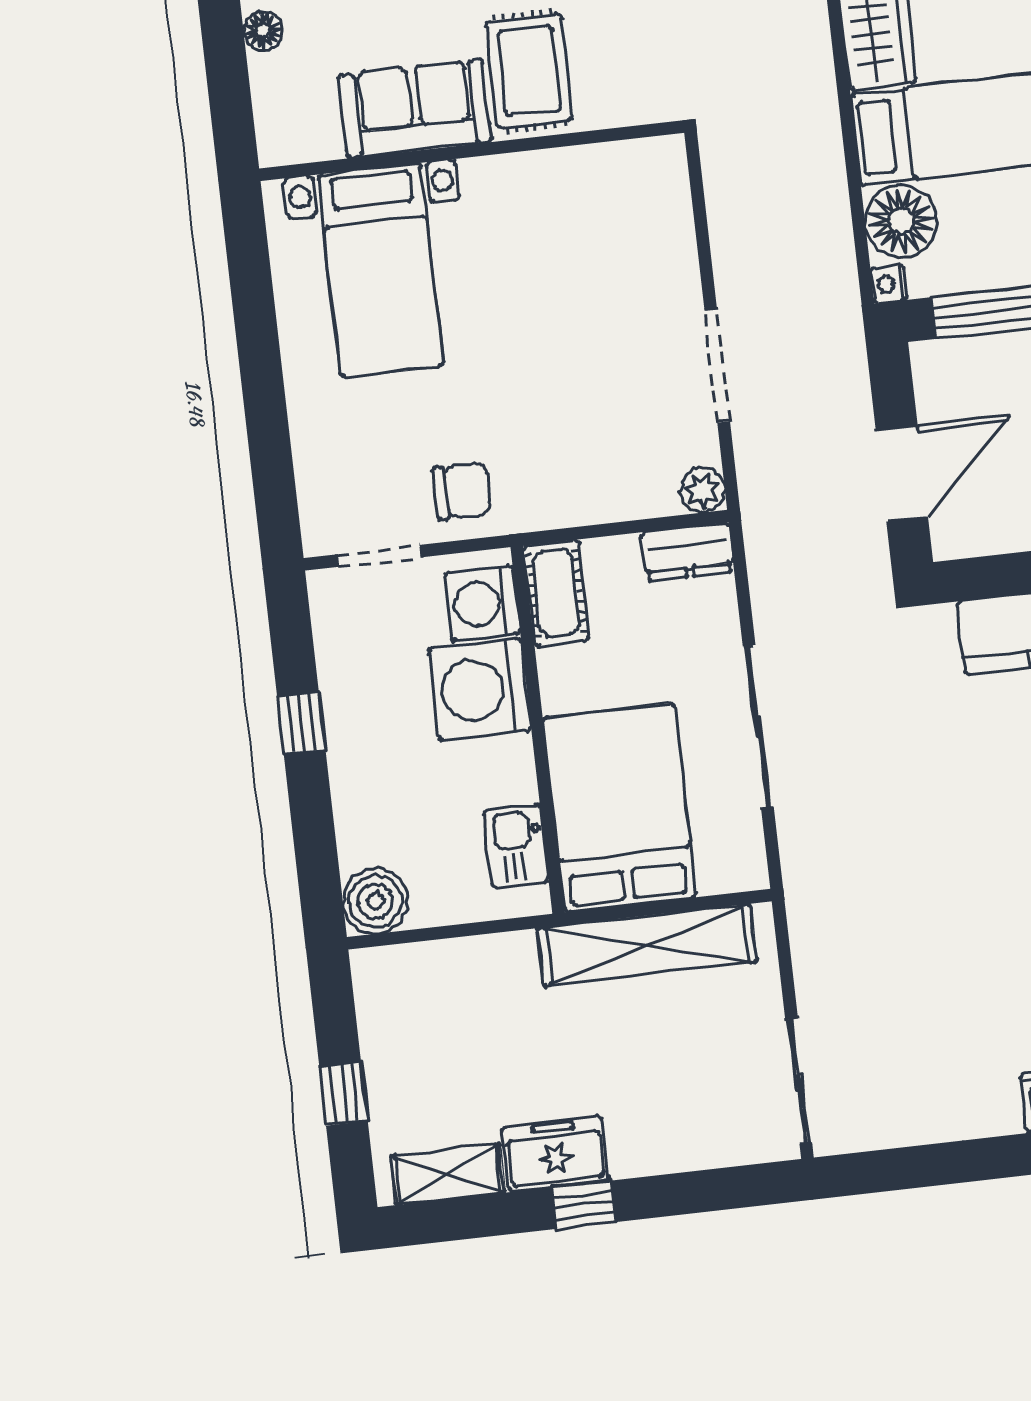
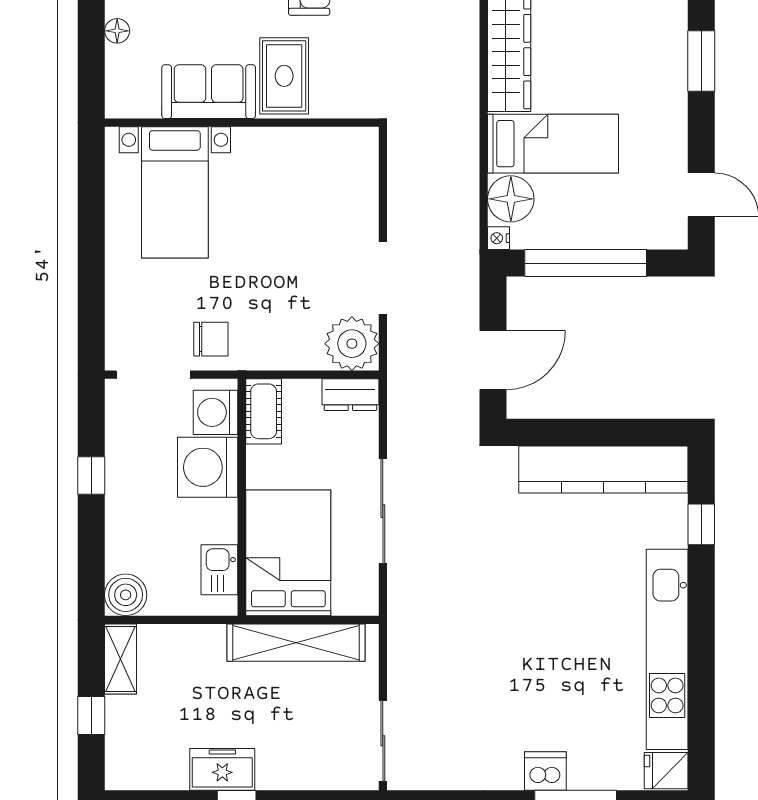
plant: (703, 490) -> (352, 344), width x1.87, depth x1.87
doorway: (379, 556) -> (153, 375), width x1.38
shelving: (448, 1174) -> (121, 659), moved, turned 90

